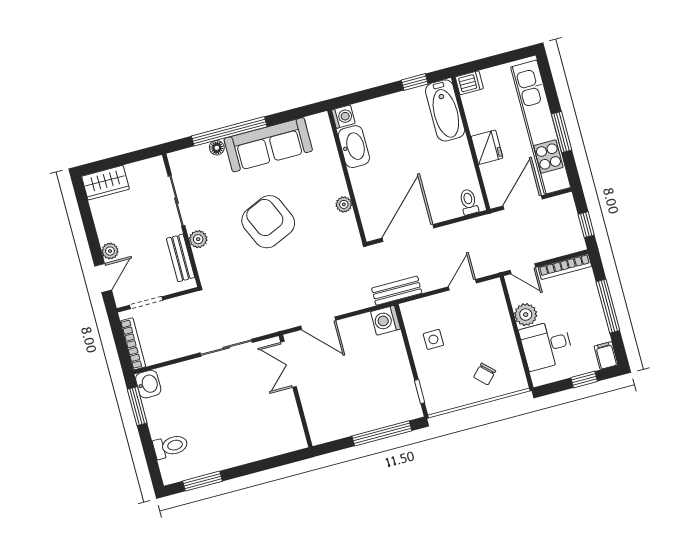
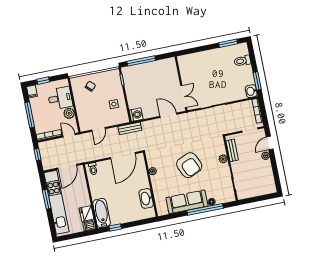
washing machine: (343, 117) -> (150, 213), removed
fridge: (487, 147) -> (87, 213), moved
wardrobe: (106, 183) -> (266, 188), removed

